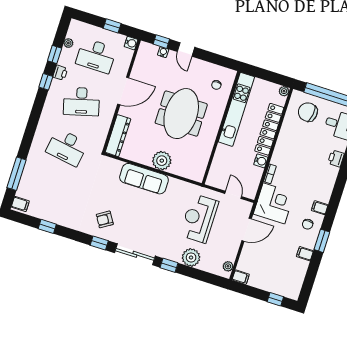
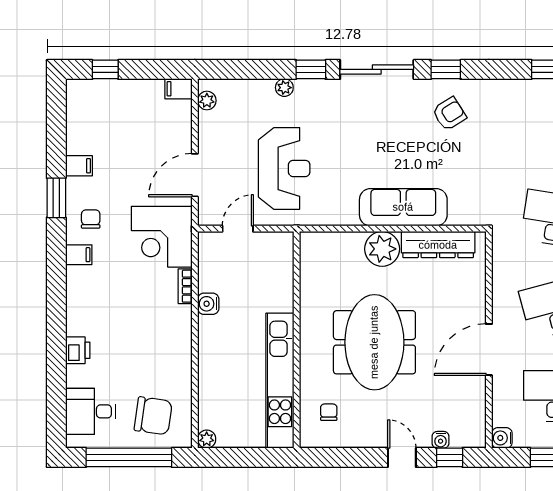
locker: (269, 129) -> (211, 364), removed
dresser: (118, 136) -> (438, 245), moved, turned -90
door: (233, 195) -> (238, 229), swing flipped
plant: (191, 258) -> (284, 88), width x0.53, depth x0.53

